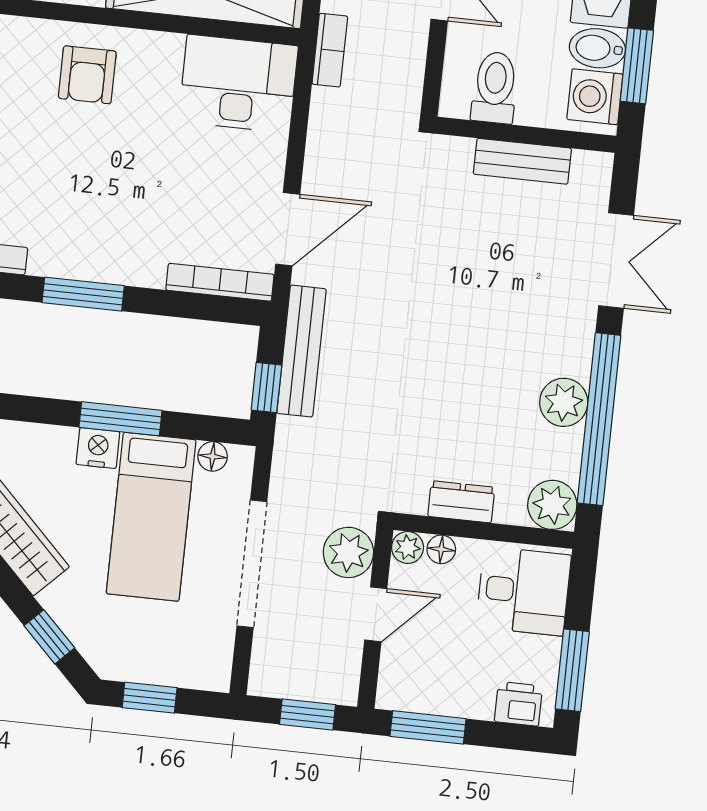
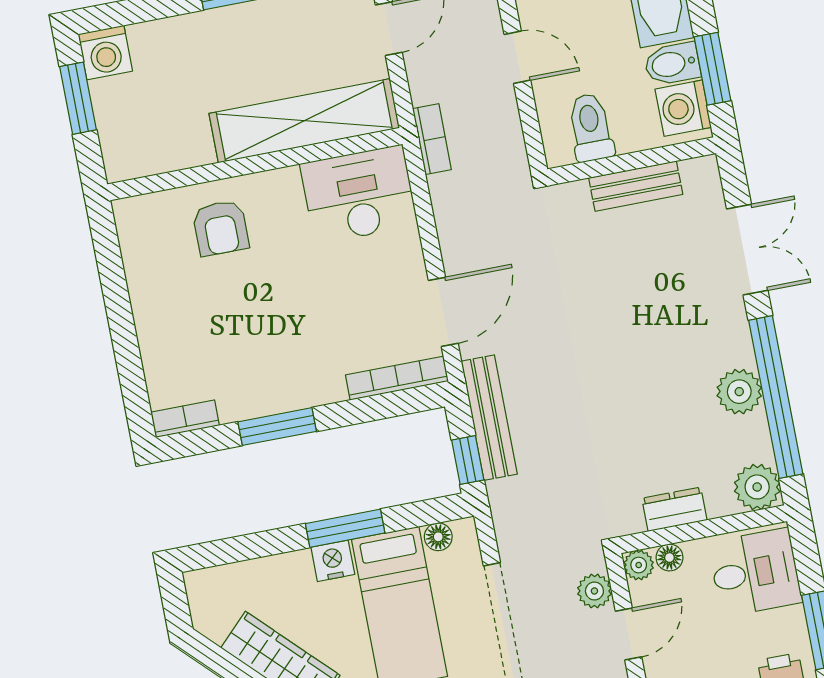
plant: (348, 552) -> (594, 591), width x0.73, depth x0.73

